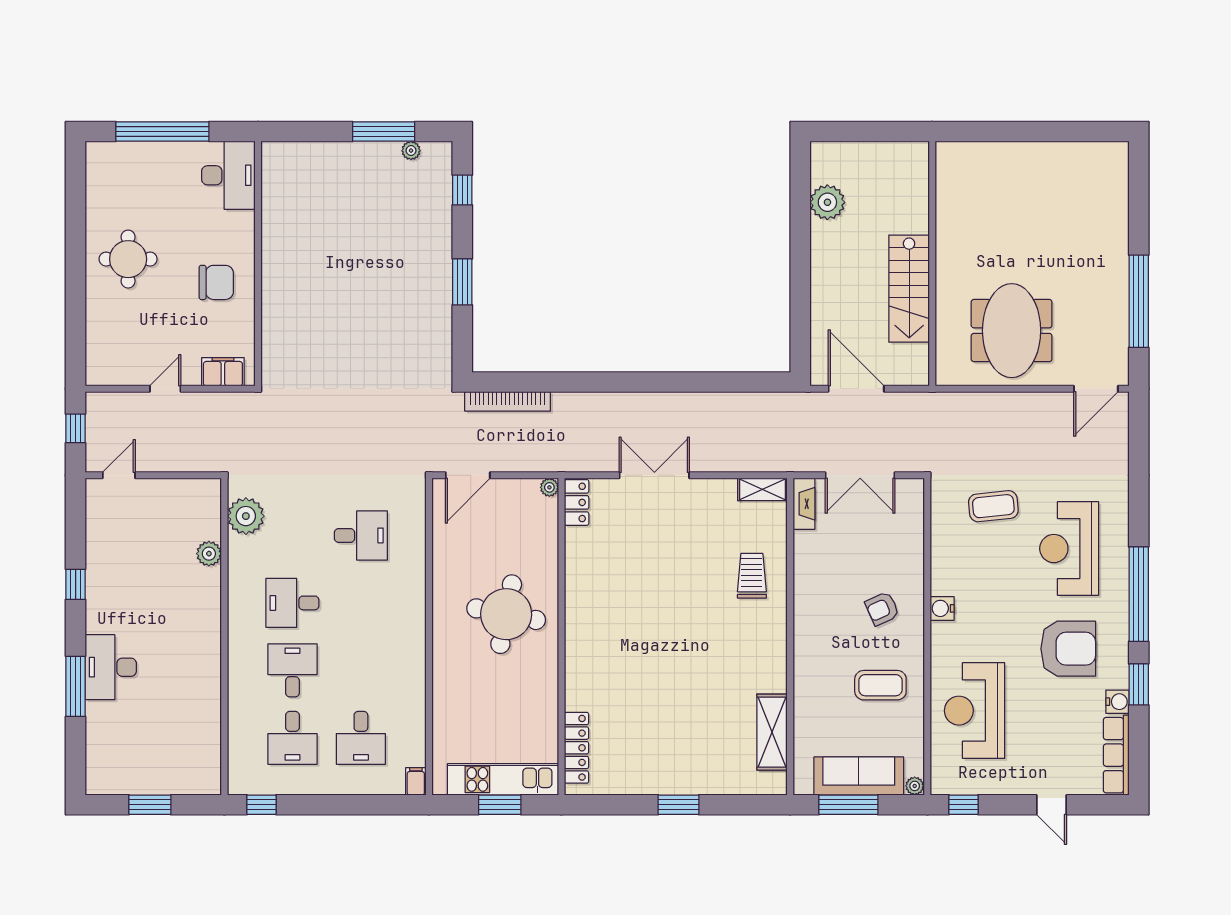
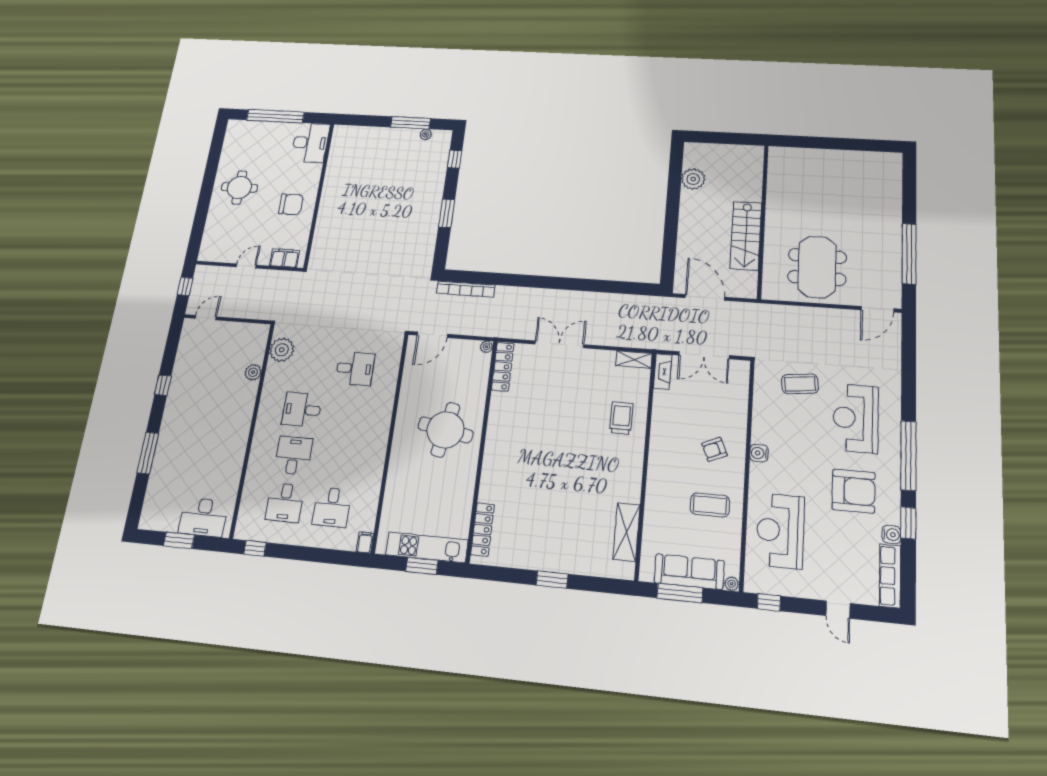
locker: (577, 502) -> (503, 367), width x1.53
desk: (111, 667) -> (203, 517), moved, turned -90

